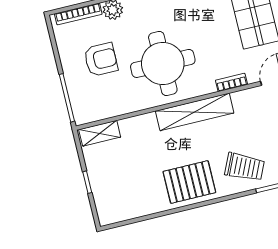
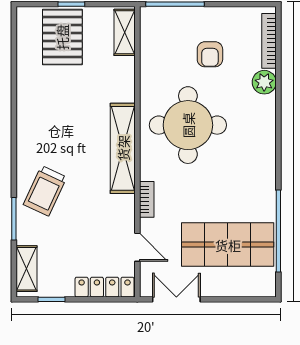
armchair: (101, 60) -> (210, 54), width x0.72, depth x0.72
pallet: (189, 182) -> (62, 37), moved

